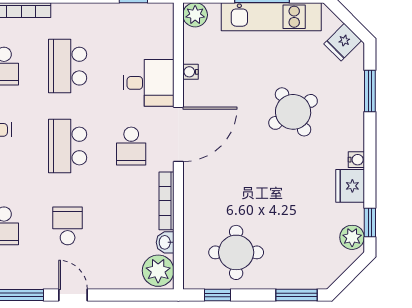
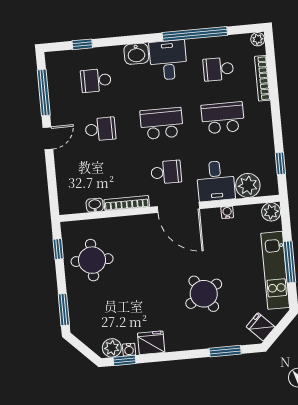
school desk: (131, 146) -> (166, 172), turned 180
water cooler: (356, 160) -> (129, 350), moved
plant: (158, 271) -> (248, 185), moved

